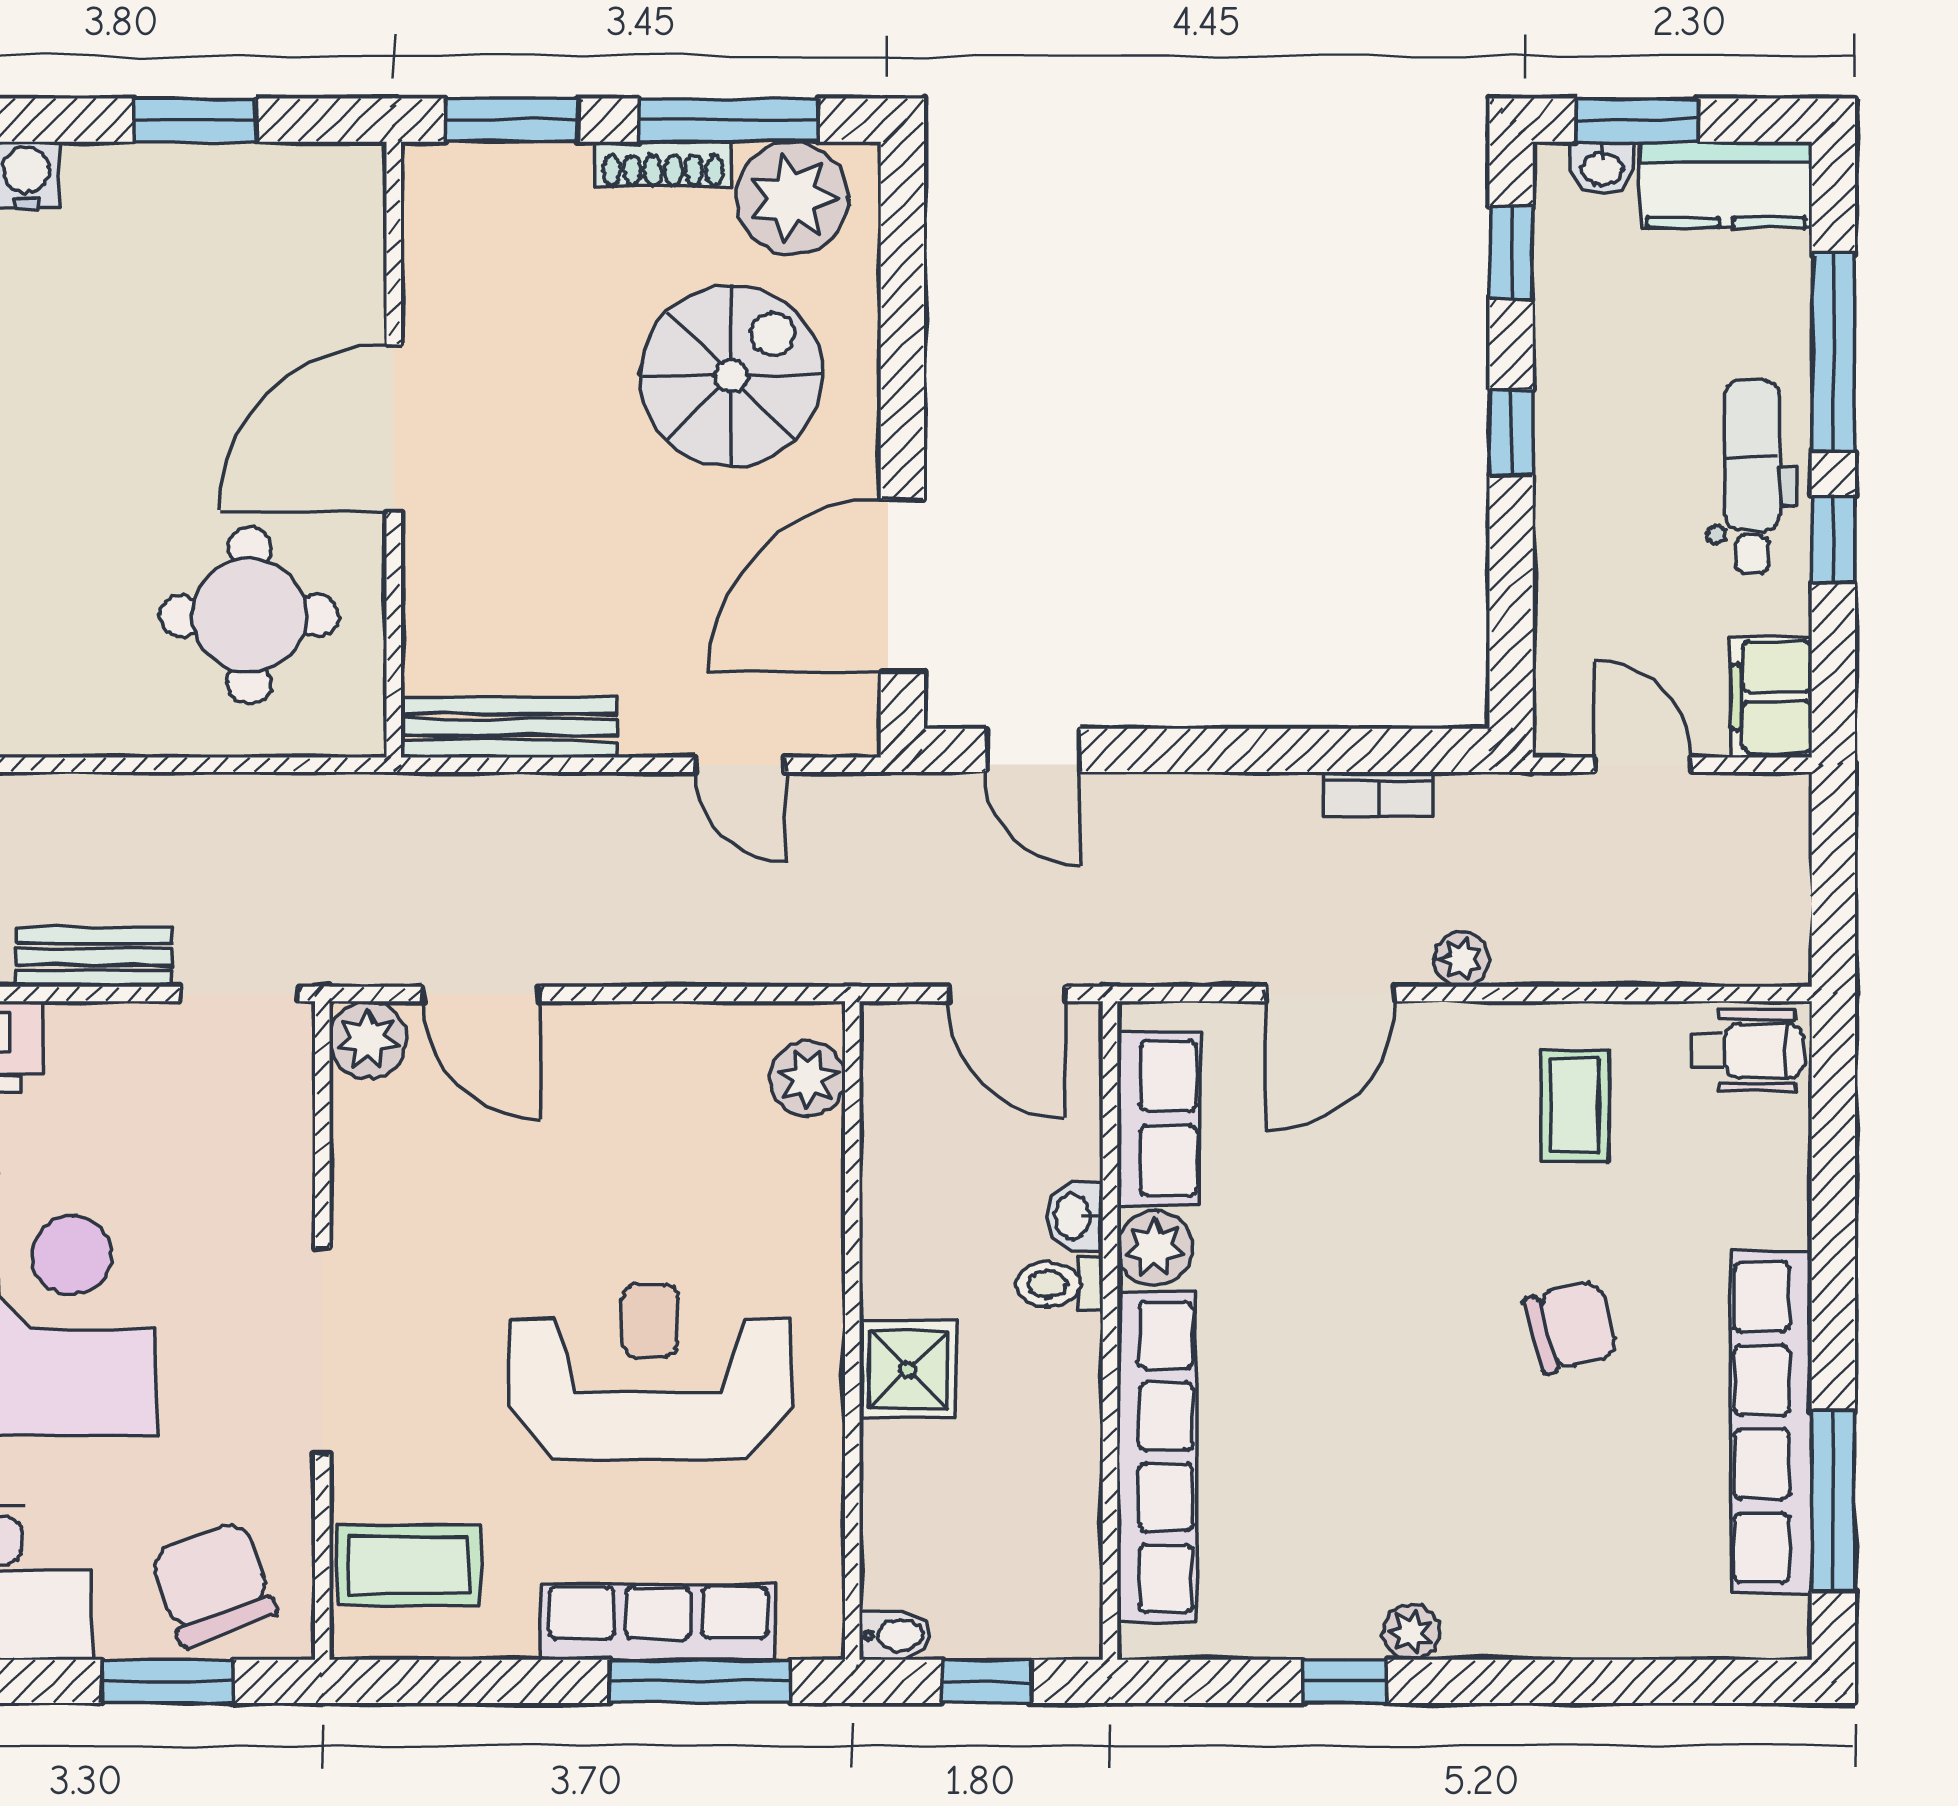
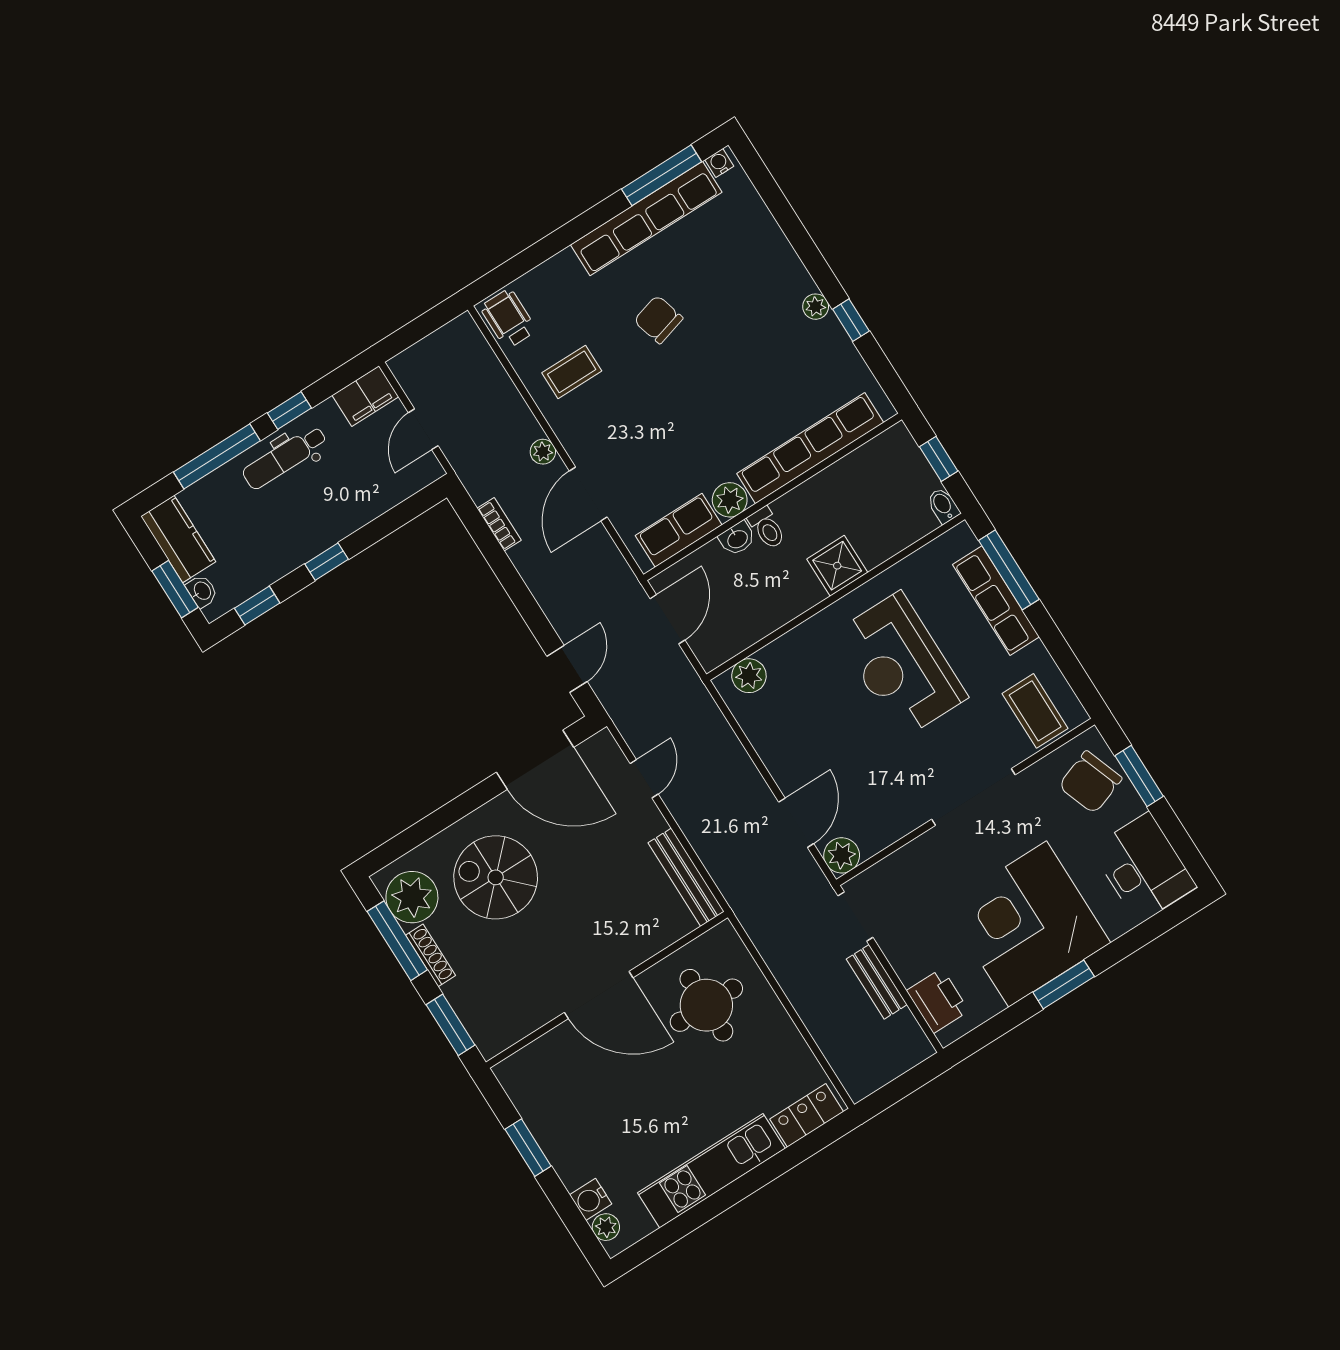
door: (1331, 994) -> (588, 494), swing flipped
water cooler: (1789, 1622) -> (719, 163), added

